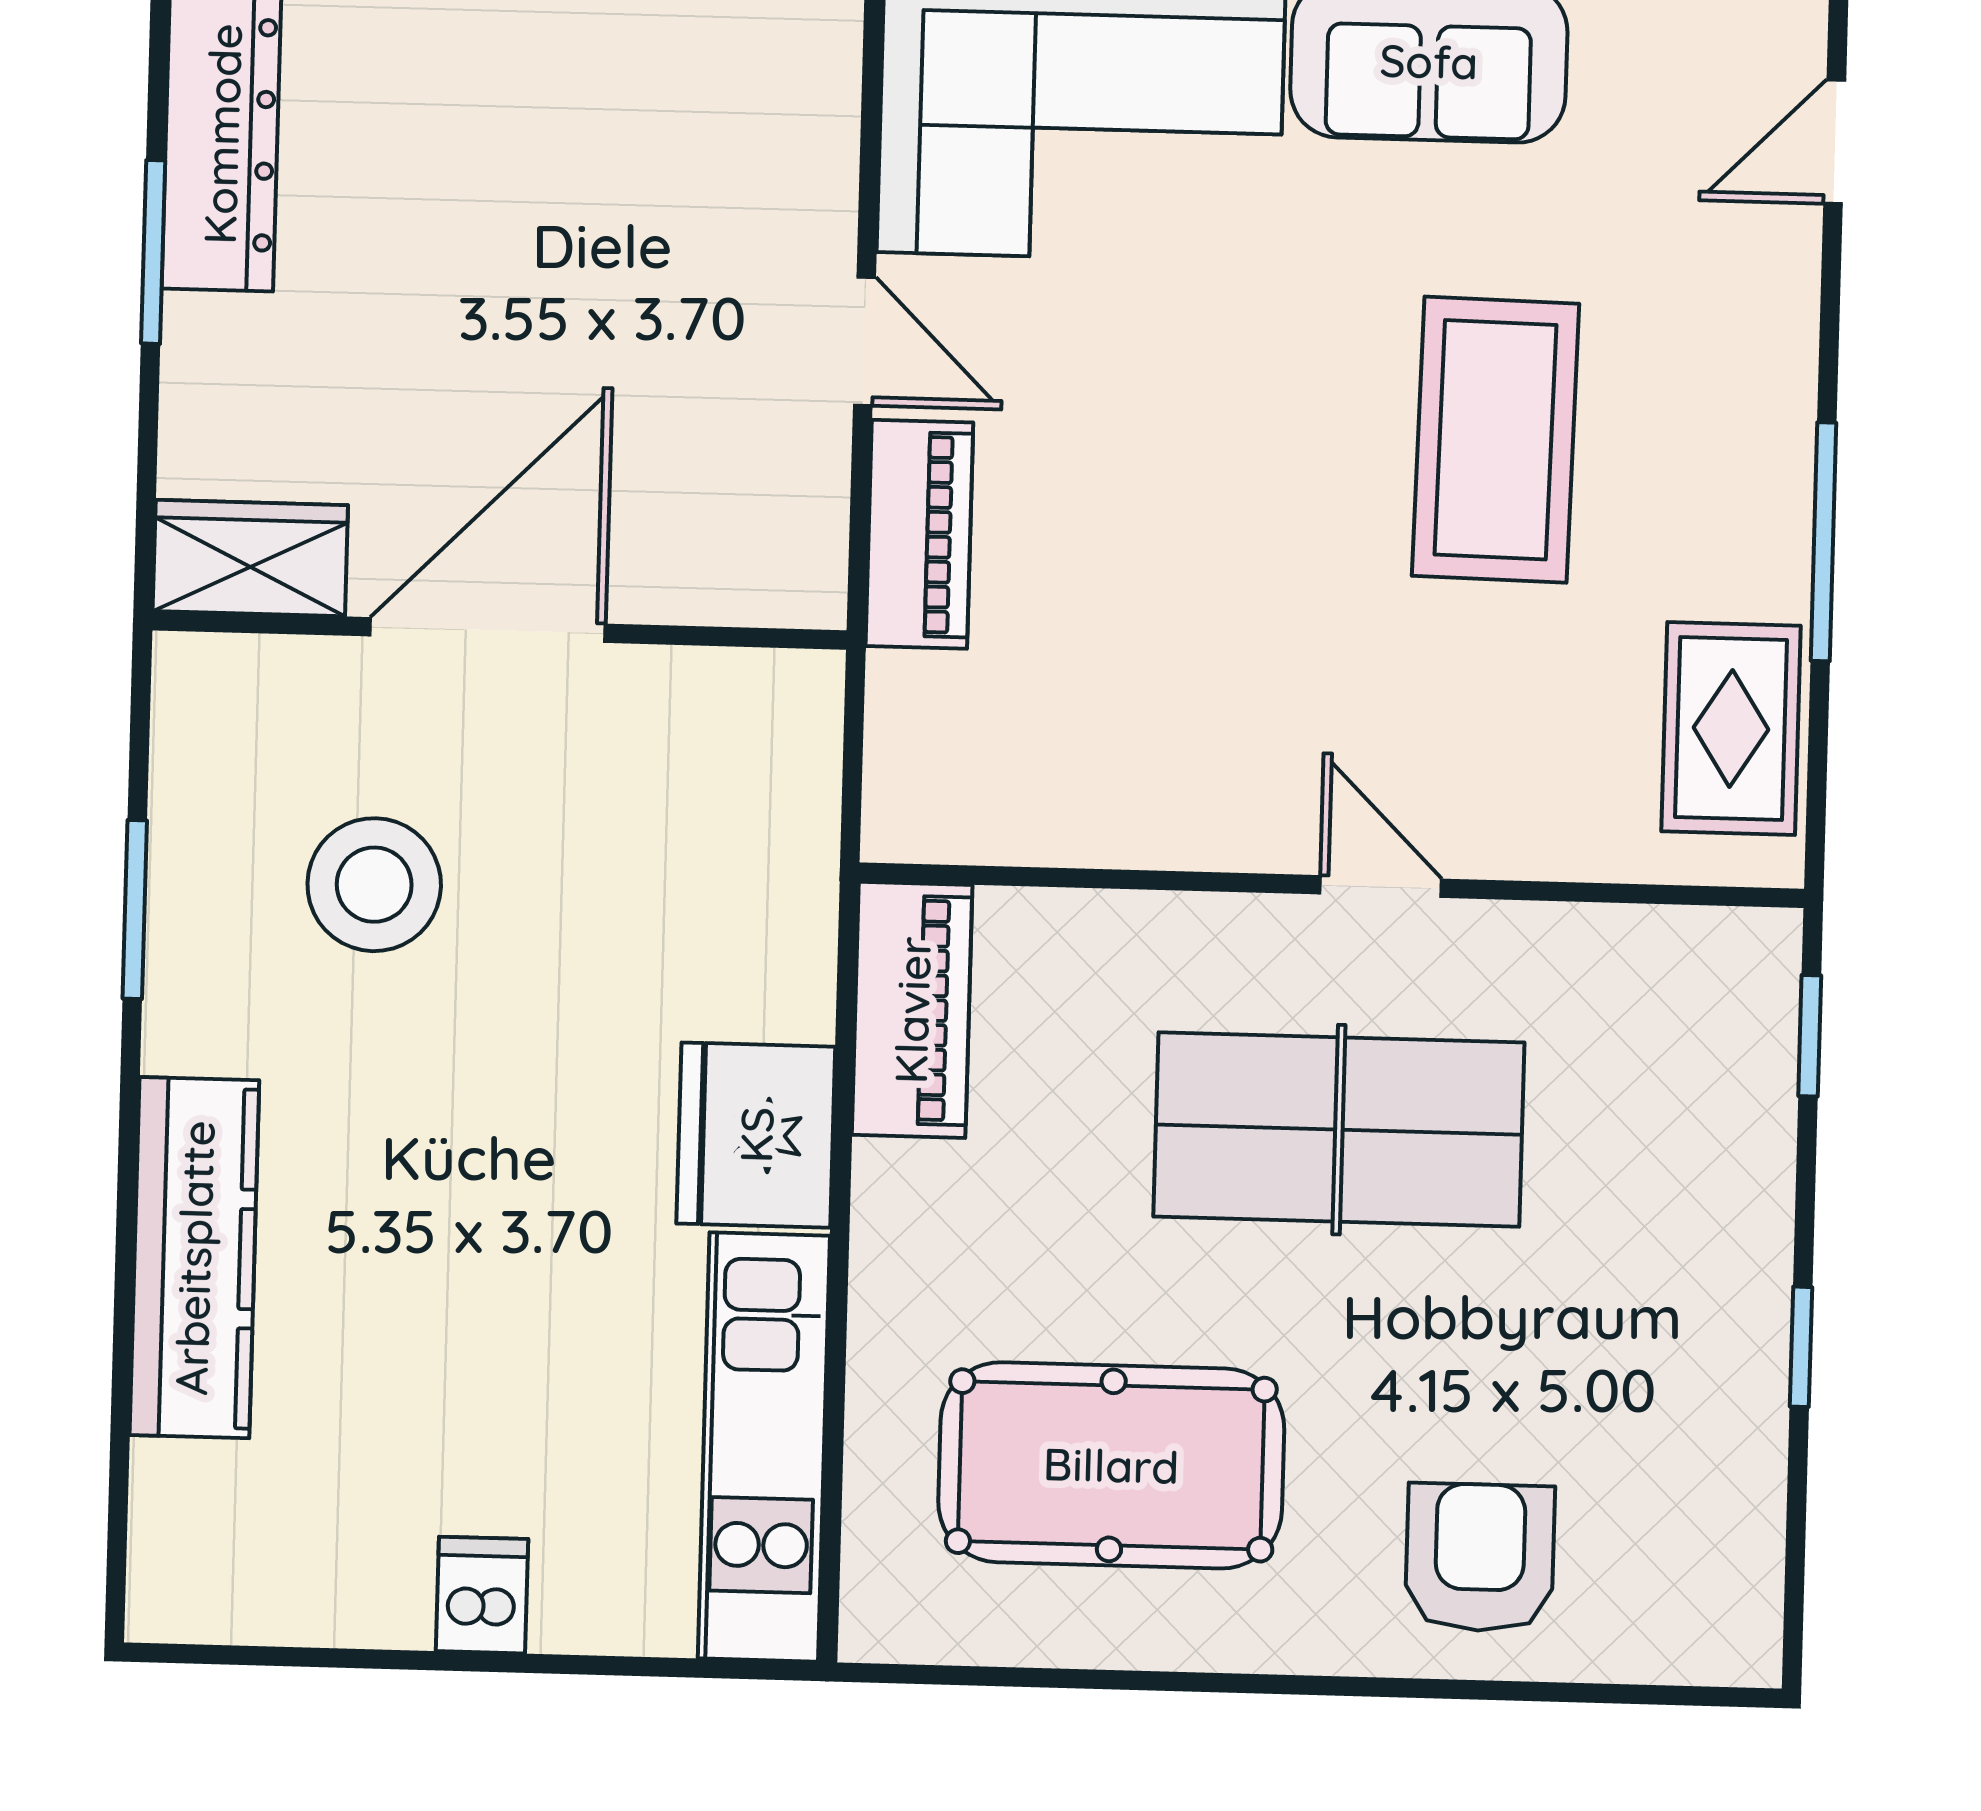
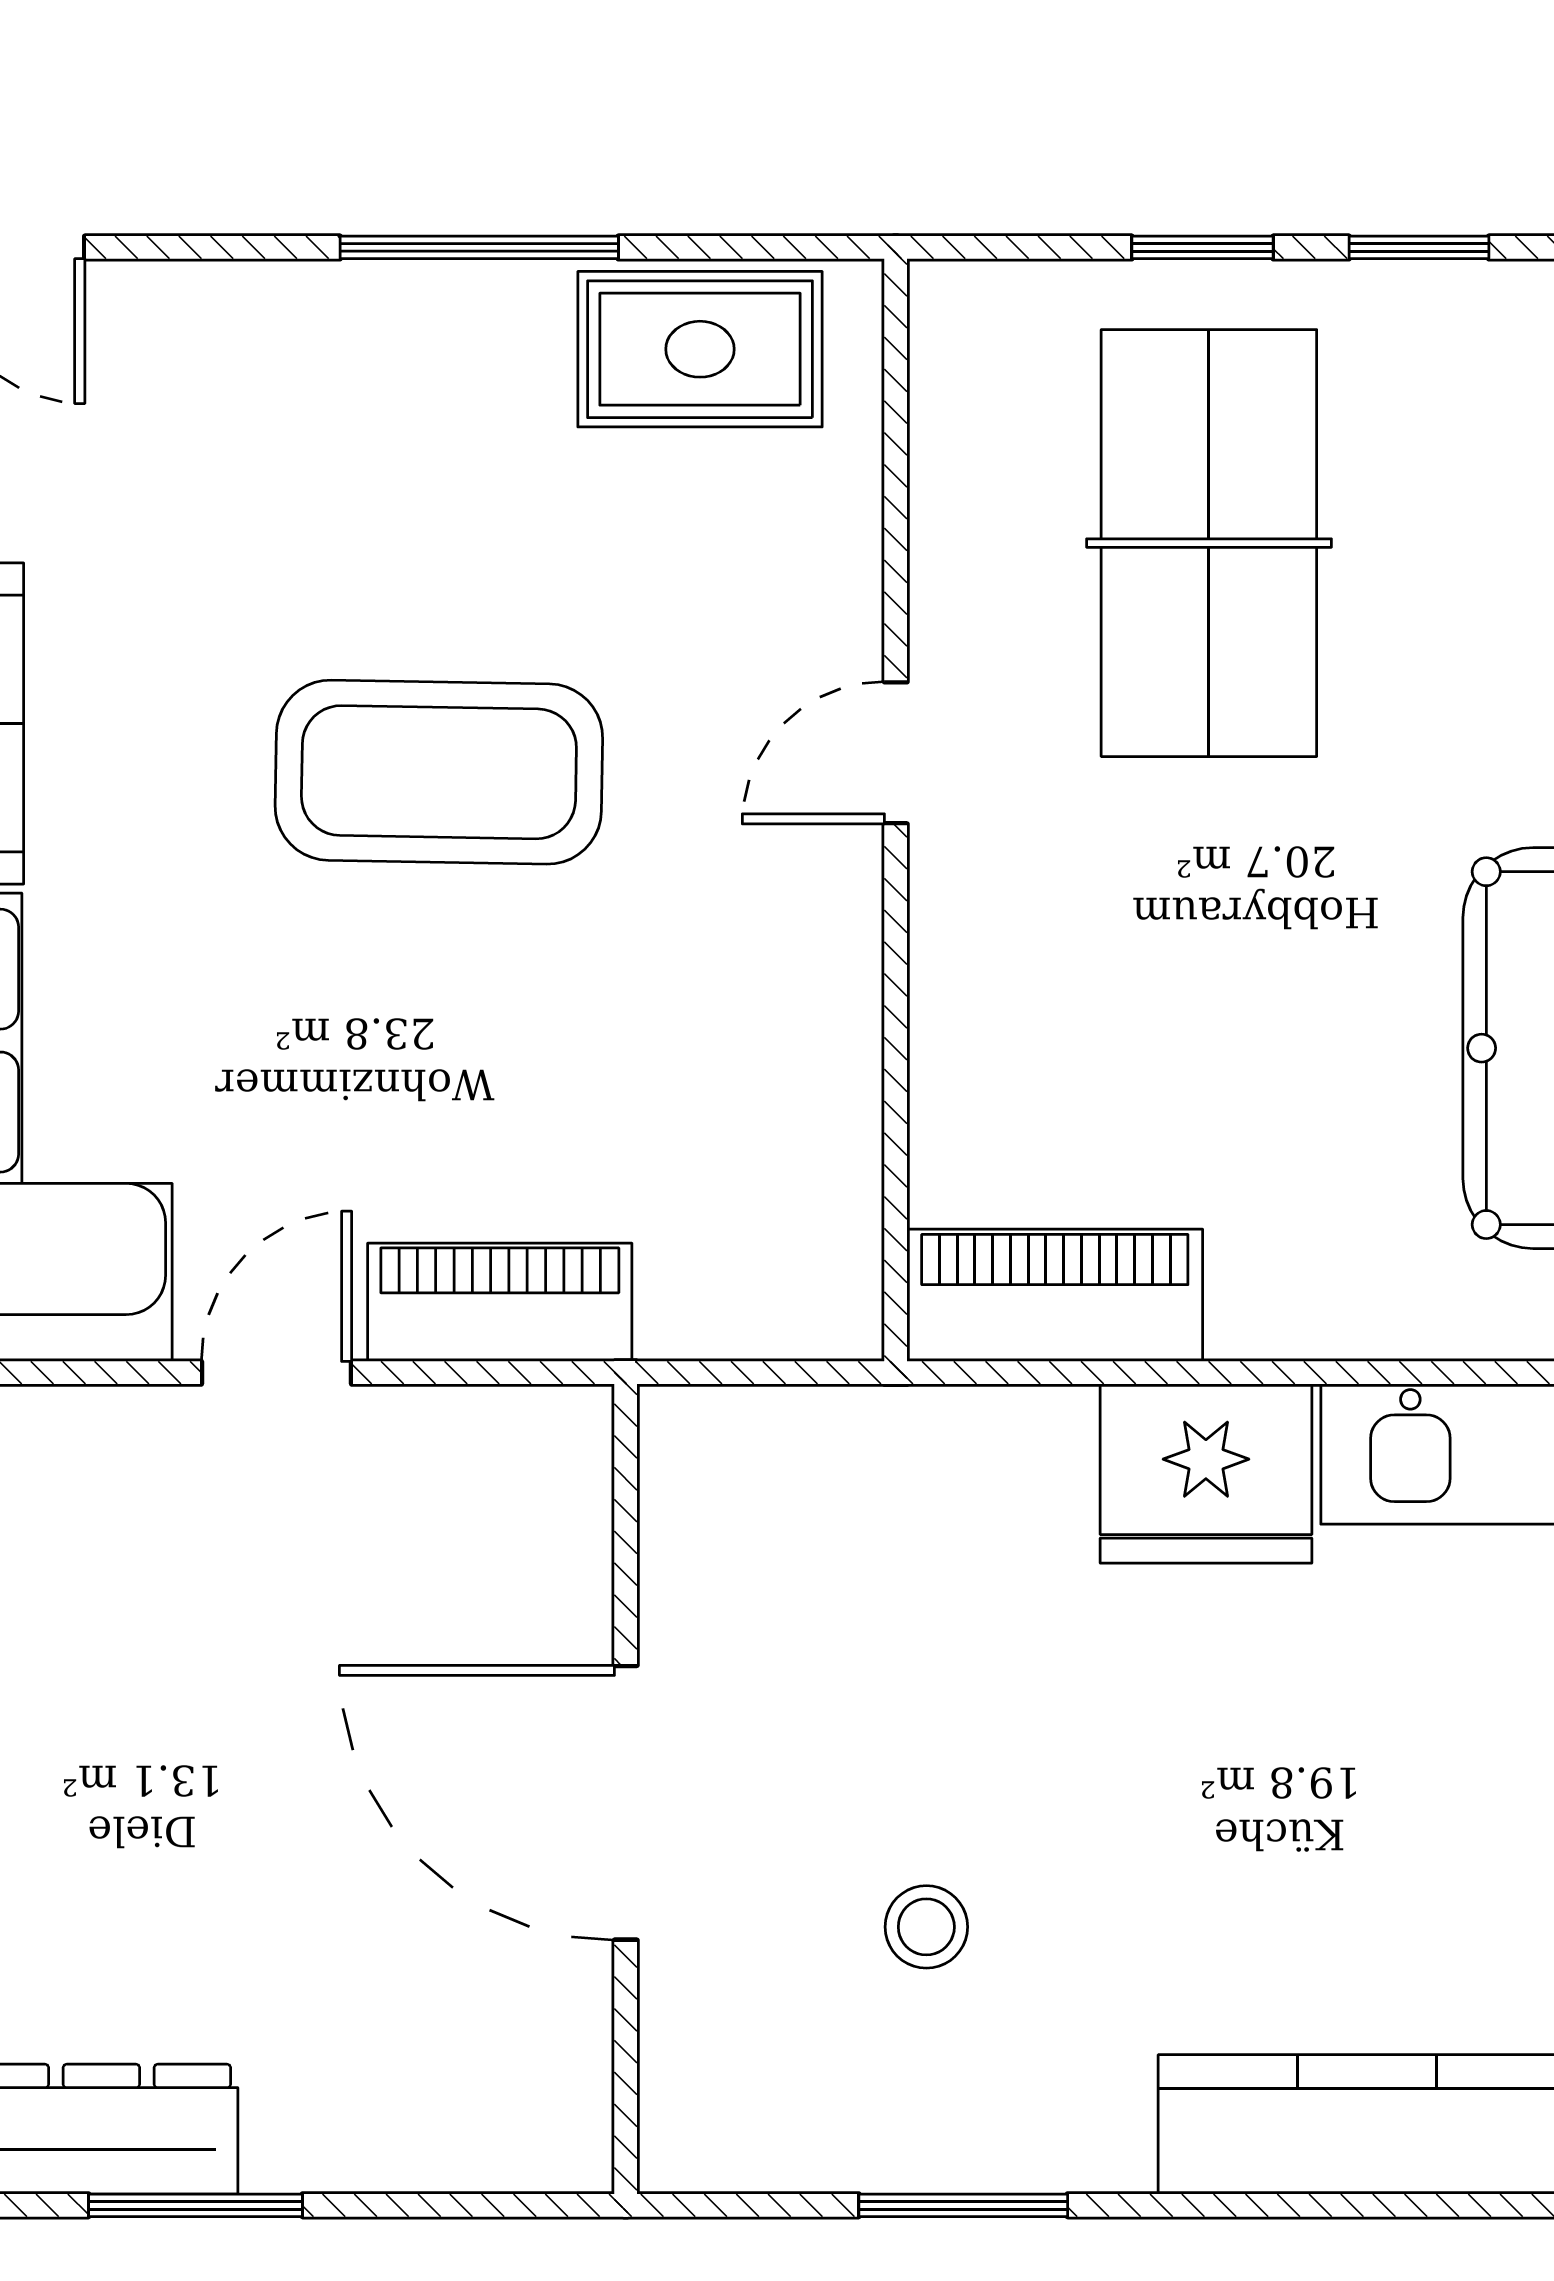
coffee table: (1495, 440) -> (439, 772), moved
wardrobe: (250, 558) -> (549, 2082), removed
stool: (374, 885) -> (926, 1927), width x0.53, depth x0.53
window: (1810, 1036) -> (1203, 247), moved
table tennis table: (1339, 1130) -> (1209, 543), moved

